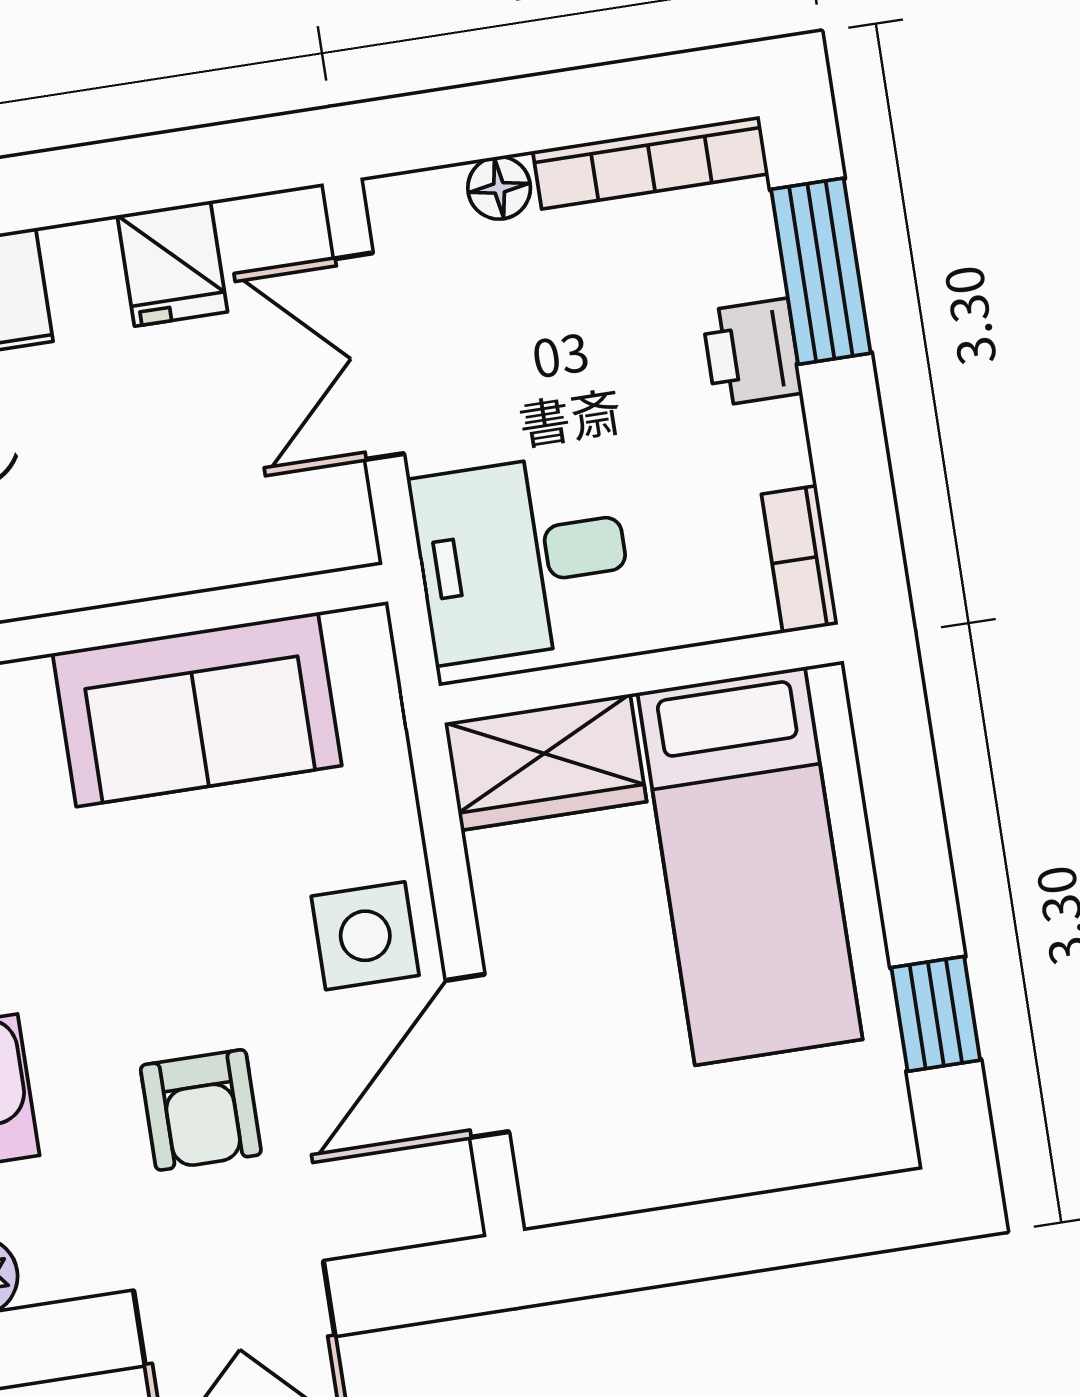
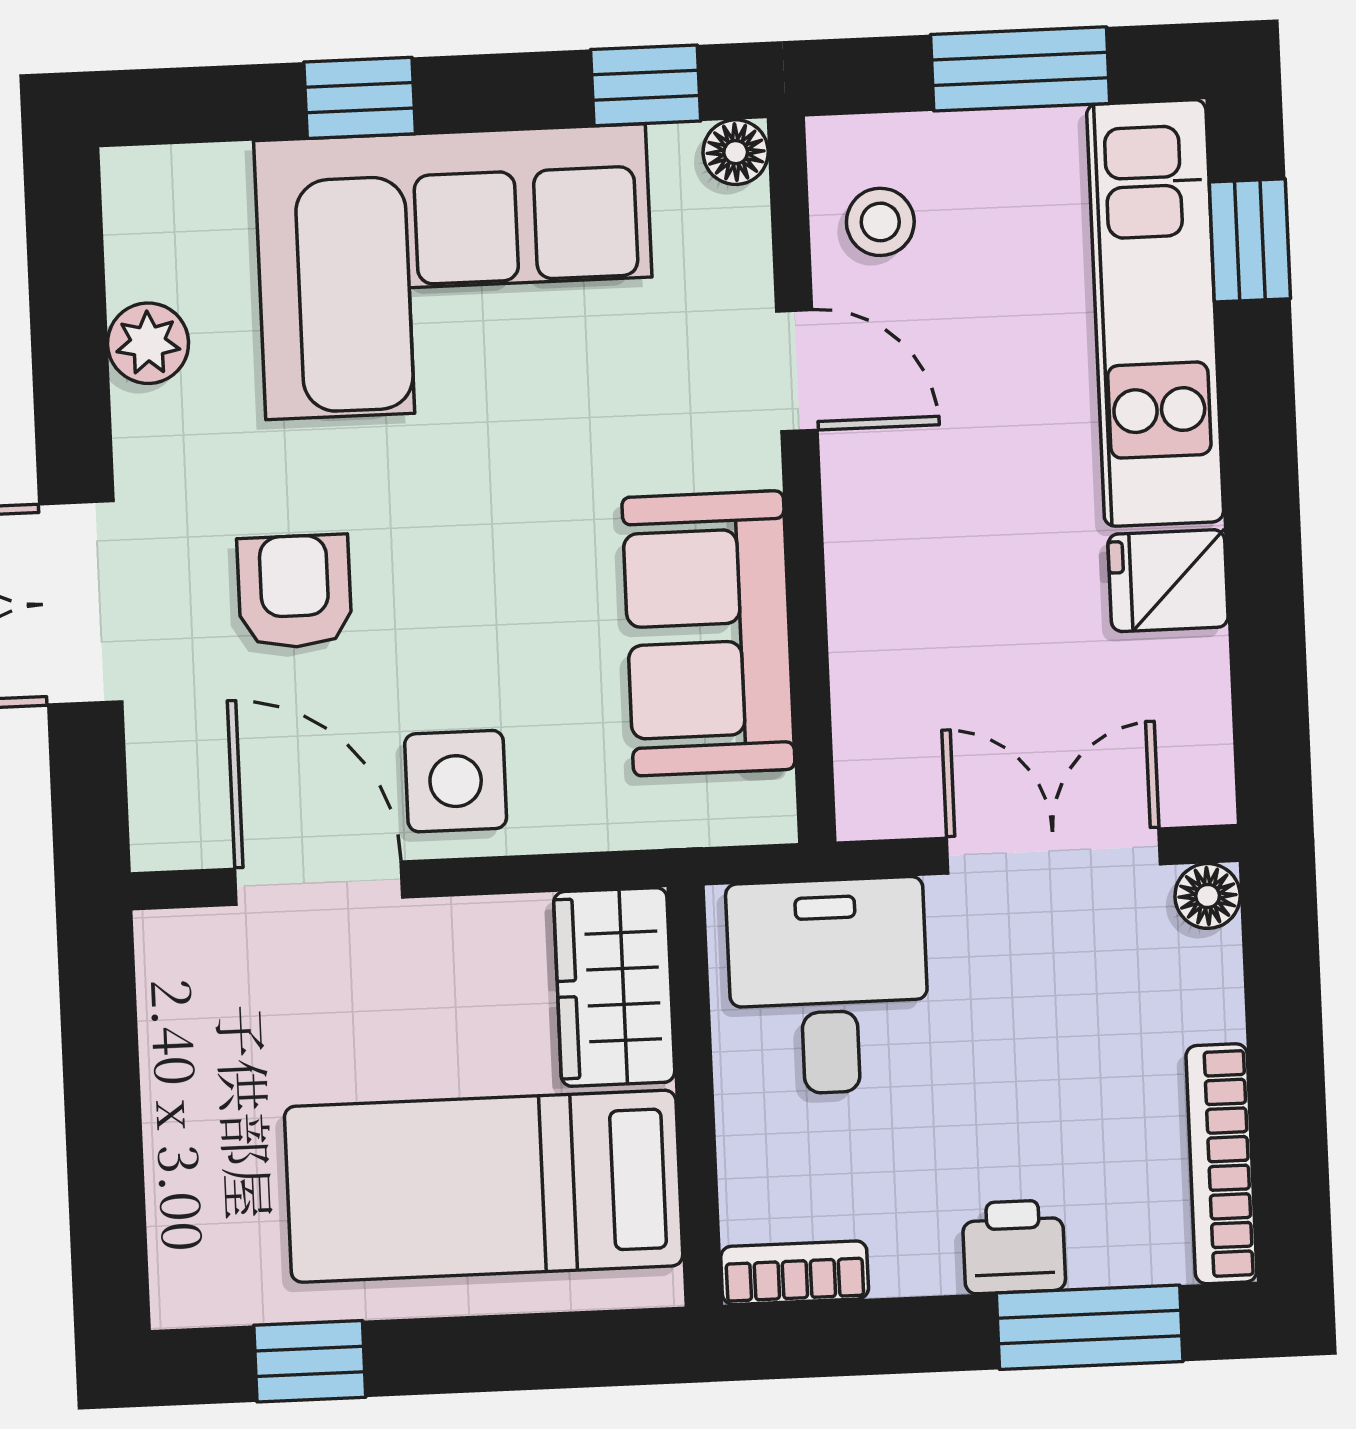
floor lamp: (499, 188) -> (1208, 896), moved
fridge: (172, 264) -> (1168, 581), moved
armchair: (201, 1110) -> (294, 592), turned 90

